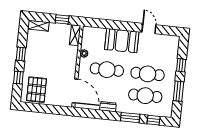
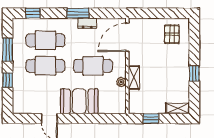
shelving: (75, 35) -> (134, 78), moved
window: (18, 78) -> (194, 46), removed
pallet: (37, 90) -> (172, 34), width x0.67, depth x0.71
door: (75, 91) -> (127, 37), hinge flipped
window: (130, 118) -> (78, 13), moved

